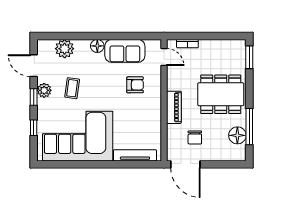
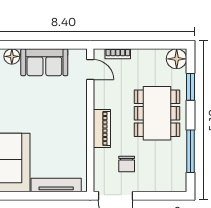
window: (249, 57) -> (190, 87), moved
armchair: (135, 85) -> (56, 102), removed
dining table: (221, 94) -> (157, 113), turned 90
floor lamp: (237, 135) -> (177, 59), moved

